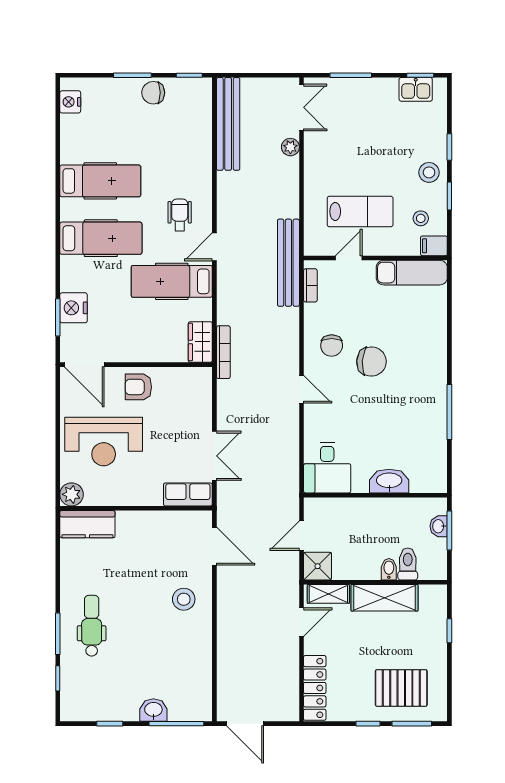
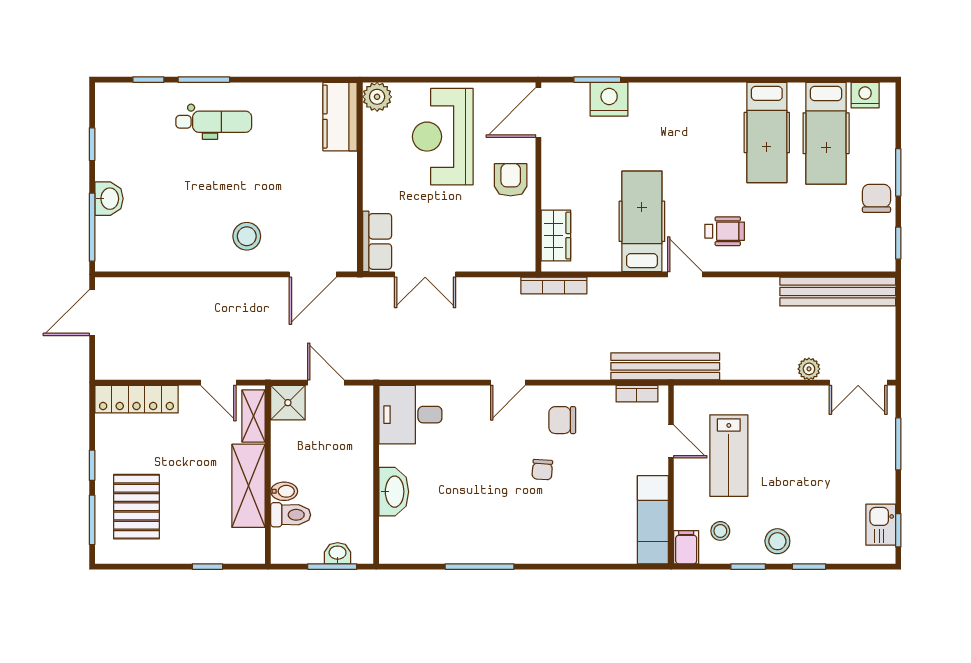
hospital bed: (101, 238) -> (826, 133), moved
wardrobe: (200, 342) -> (556, 236), moved, turned 90
chair: (371, 362) -> (542, 470), width x0.54, depth x0.54

